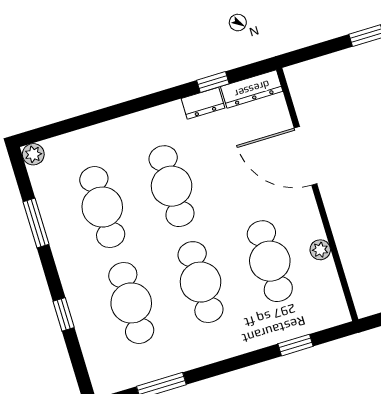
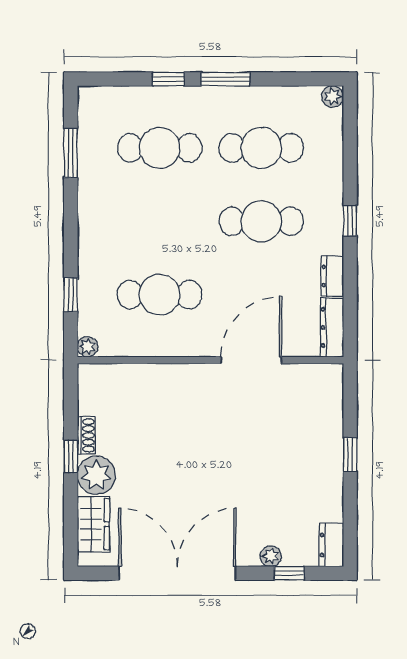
window: (213, 82) -> (350, 220), moved
window: (36, 223) -> (226, 79), moved
plant: (320, 250) -> (87, 347), moved
cafe table: (201, 282) -> (160, 221), removed

